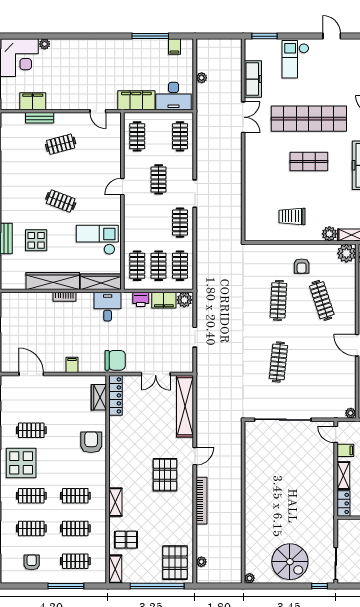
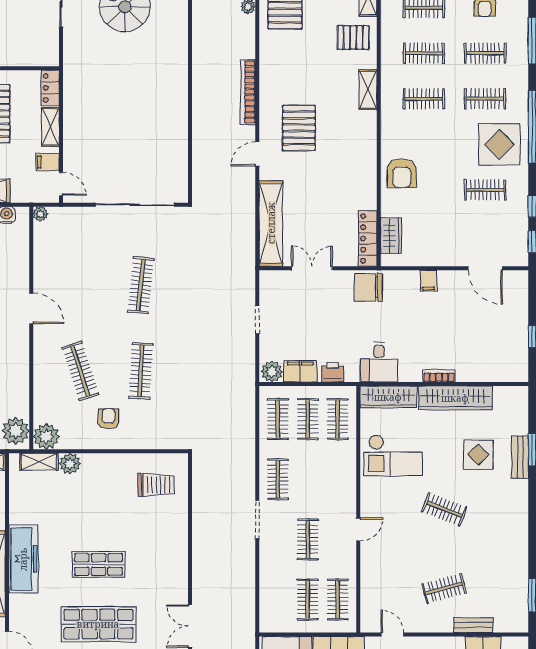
shop shelf: (309, 119) -> (98, 624), width x0.71
clothes rail: (180, 136) -> (308, 599), moved
trolley: (292, 216) -> (156, 485), moved

